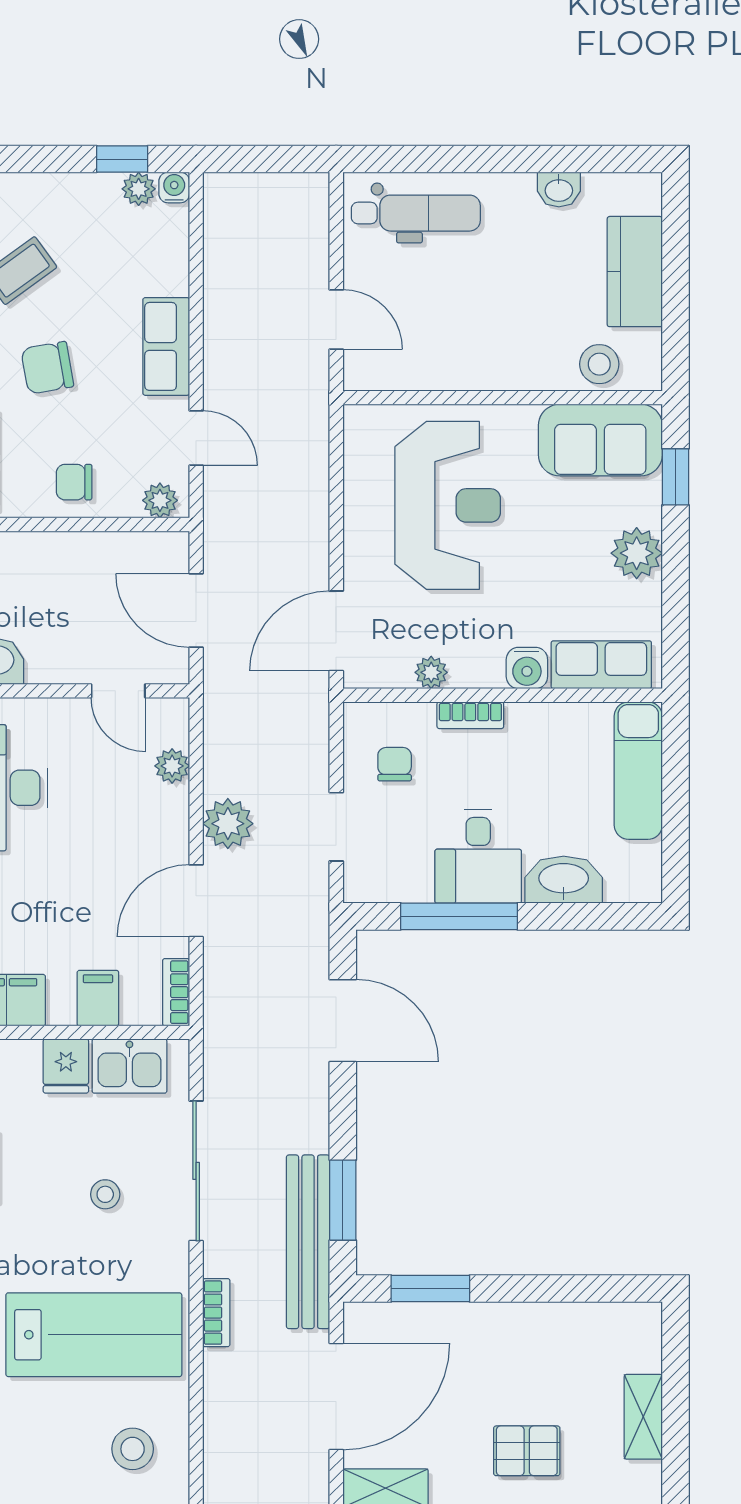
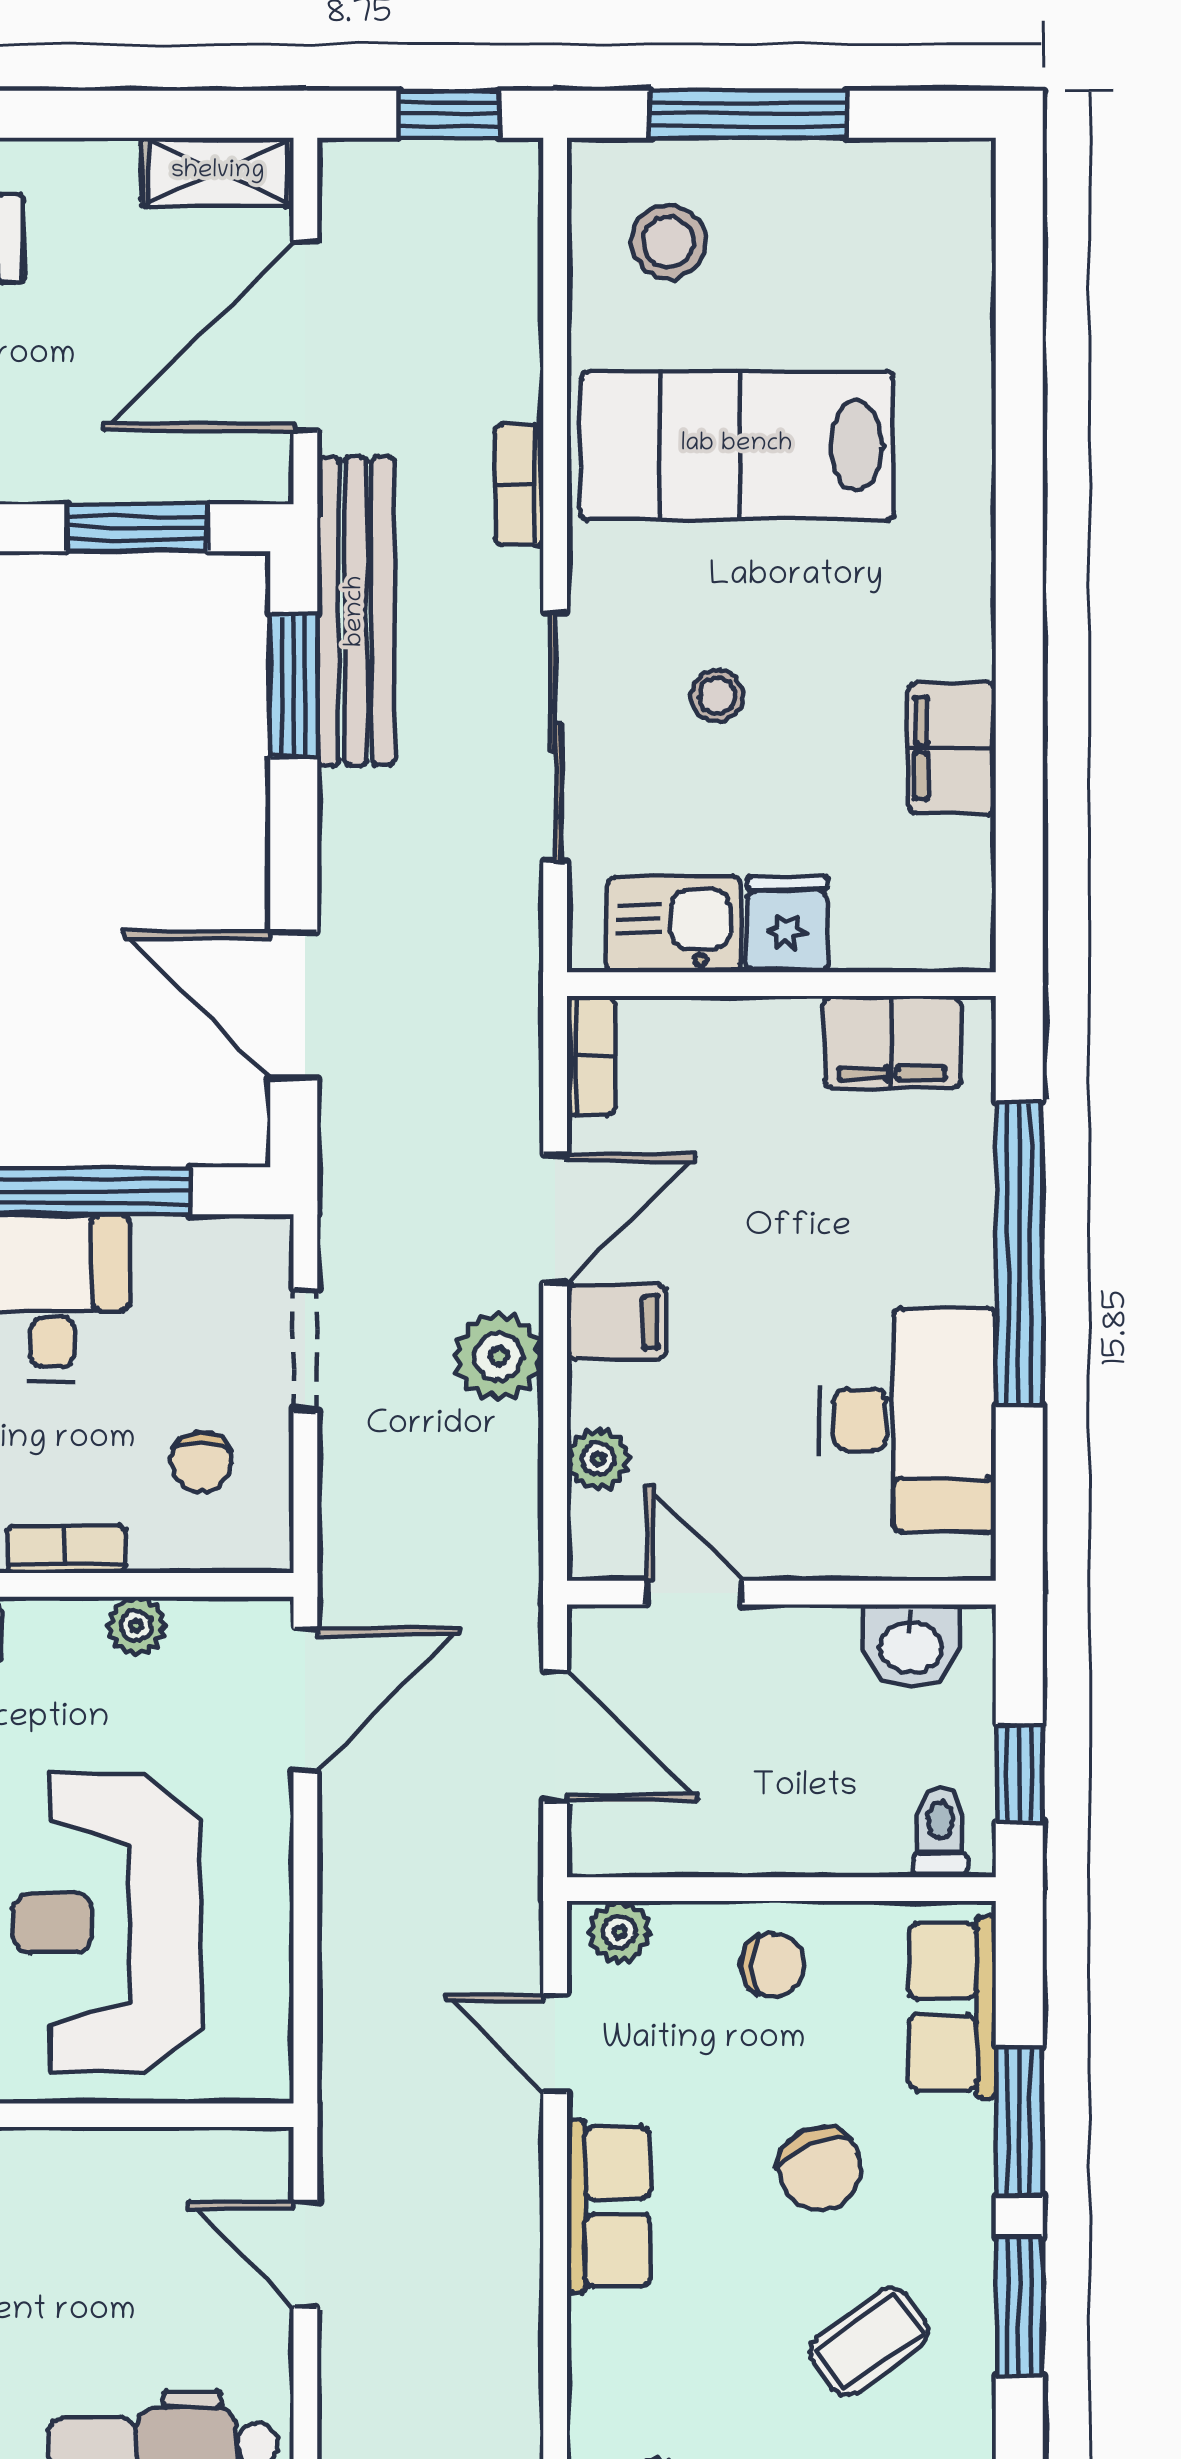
chair: (47, 368) -> (820, 2168), turned 78
filing cabinet: (98, 998) -> (616, 1322), moved, turned -90

